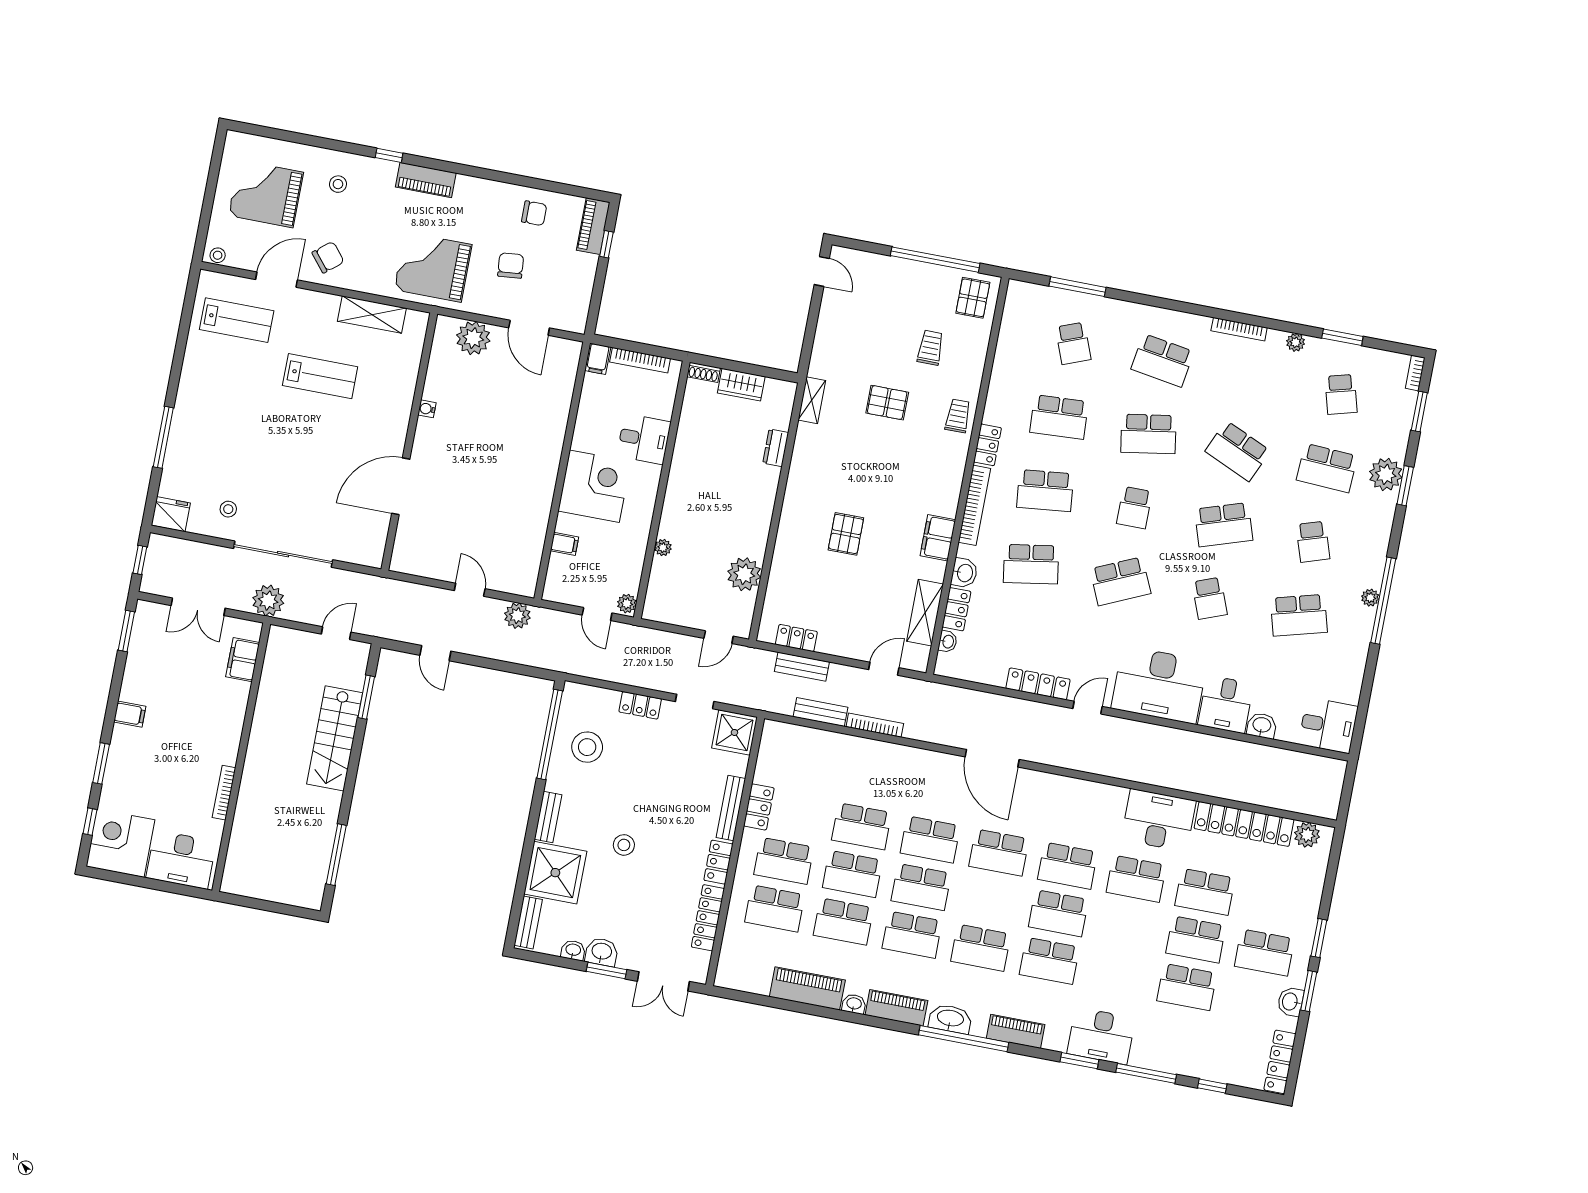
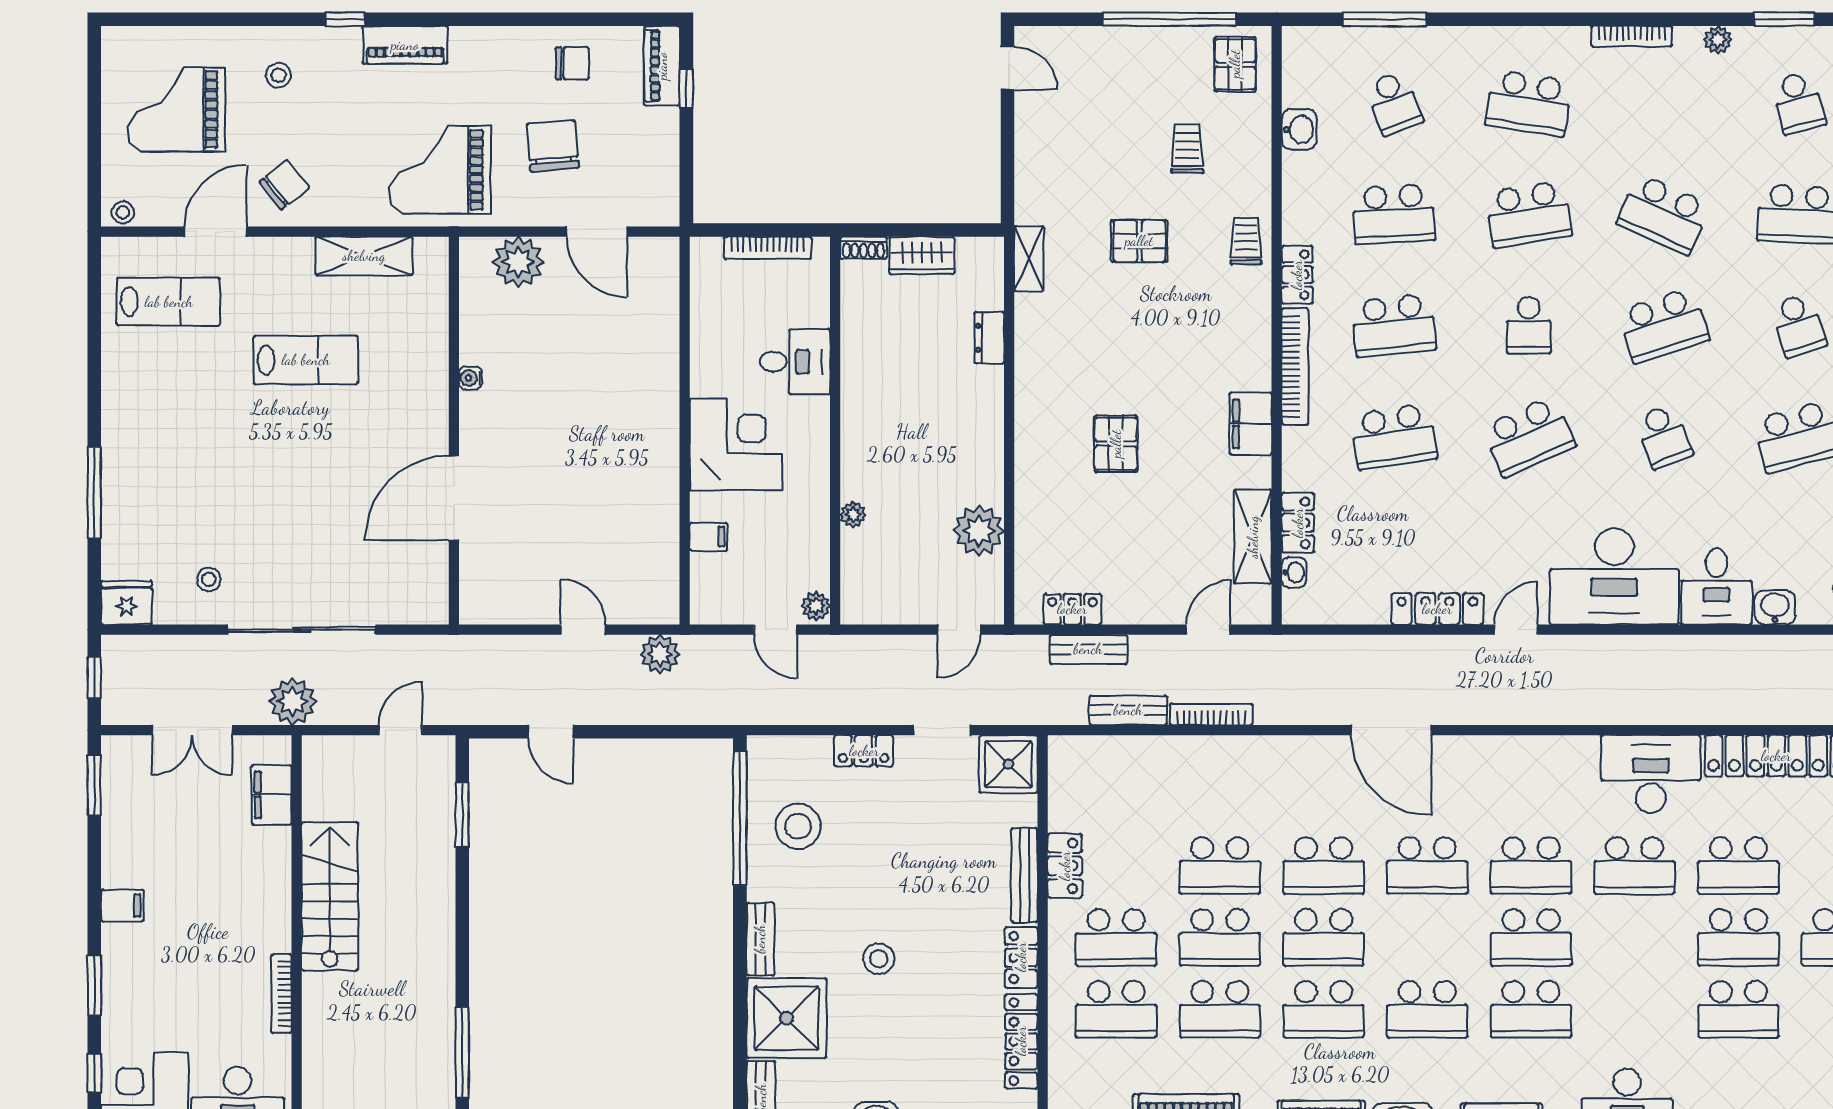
chair: (511, 266) -> (553, 146), width x1.37, depth x1.37
filing cabinet: (598, 359) -> (705, 258), removed
washbasin: (964, 573) -> (1299, 129), moved
stairs: (335, 738) -> (330, 896), moved, turned 180

